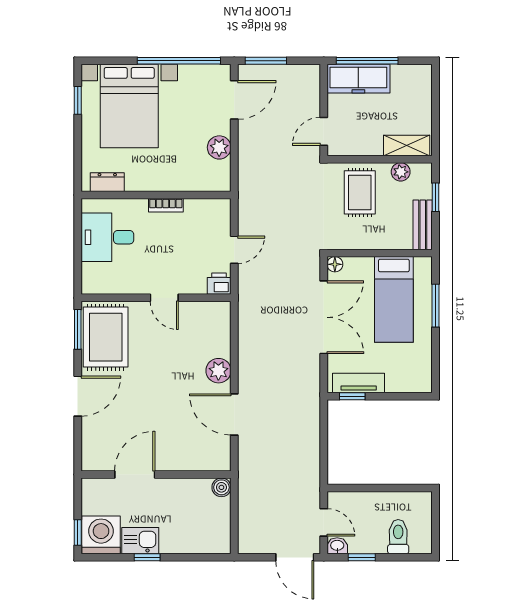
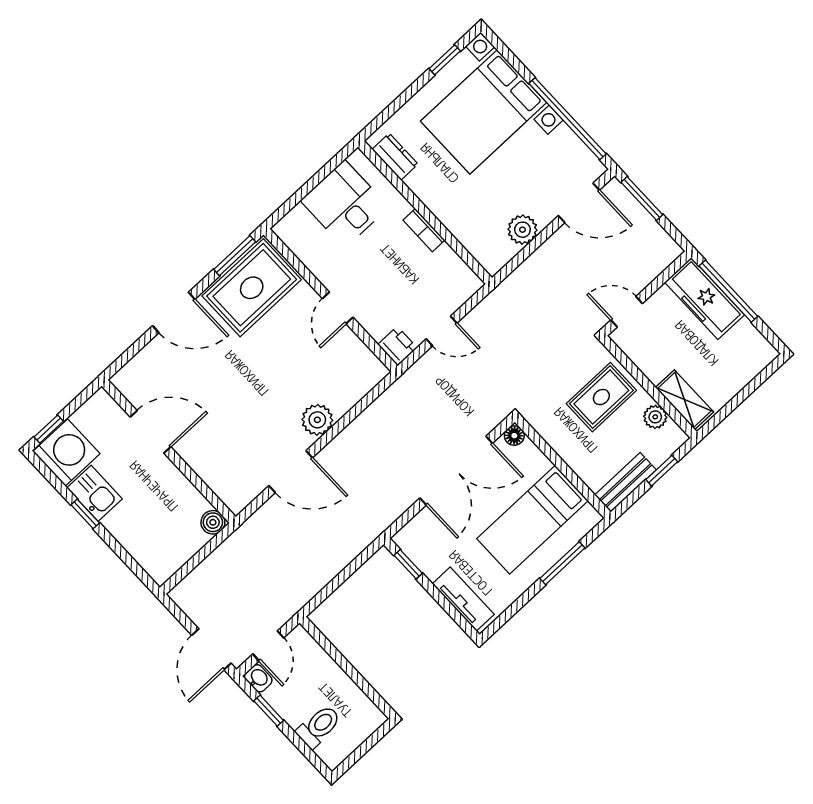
tv unit: (359, 383) -> (463, 599), moved
door: (234, 414) -> (291, 472), swing flipped

